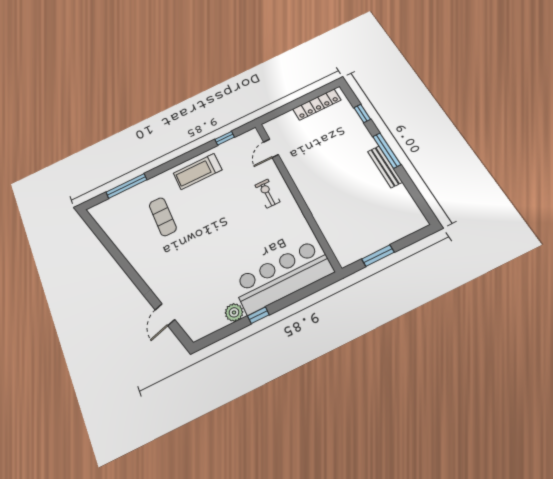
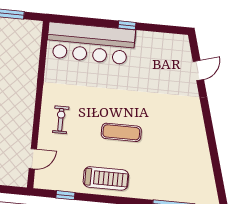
exercise bike: (267, 193) -> (61, 120), turned 180
exercise mat: (163, 217) -> (121, 132), moved, turned 90
plant: (234, 312) -> (144, 39), removed

